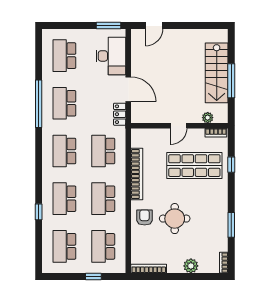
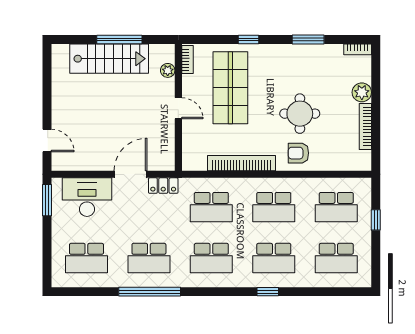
window: (231, 165) -> (249, 39), moved
window: (39, 212) -> (268, 292), moved
bookcase: (149, 269) -> (365, 127), moved

